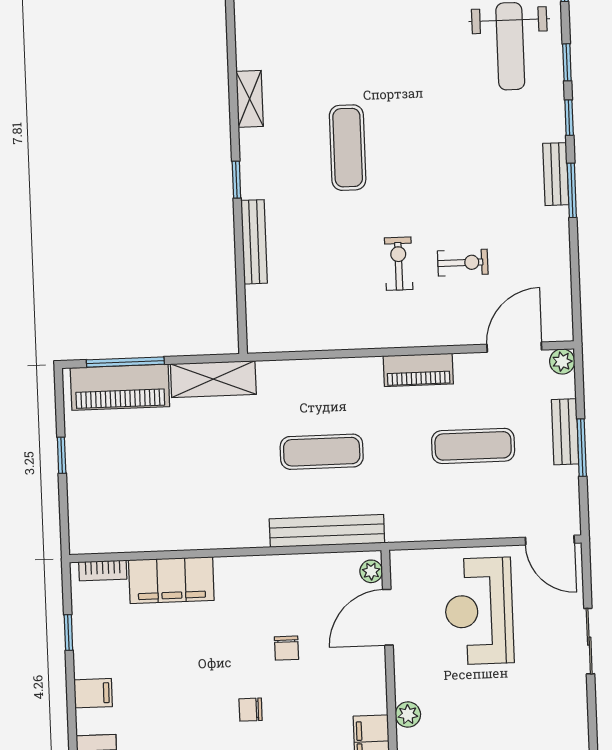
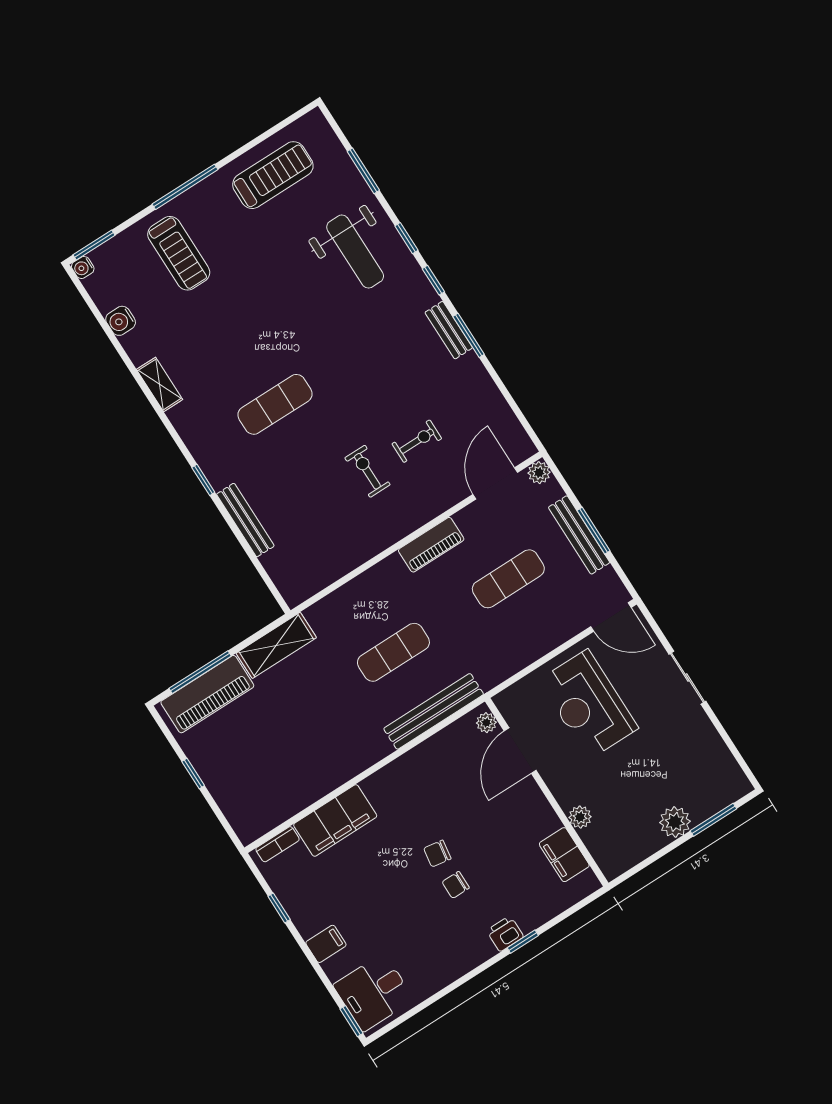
shelving: (250, 99) -> (160, 384), moved
exercise mat: (348, 148) -> (275, 404), turned 90
bench: (565, 432) -> (579, 535), width x1.36
chair: (286, 648) -> (437, 853), moved, turned 99

